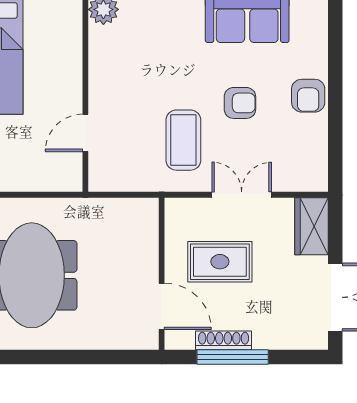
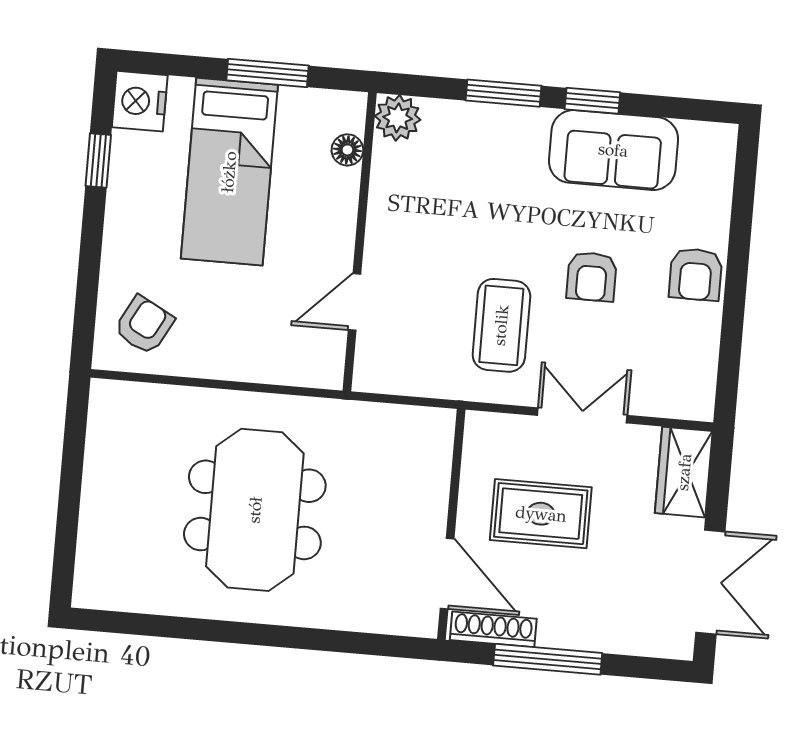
floor lamp: (72, 33) -> (347, 150), added
armchair: (240, 103) -> (592, 277), turned 90
shoe rack: (224, 340) -> (493, 629), moved

